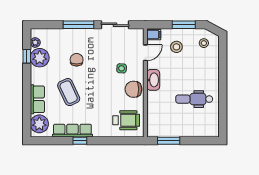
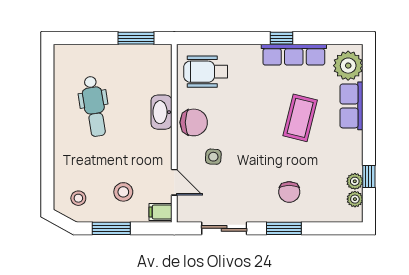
window: (79, 25) -> (284, 228), width x0.69
door: (145, 53) -> (174, 182), swing flipped
plant: (40, 58) -> (355, 181), width x0.53, depth x0.53
chair: (77, 60) -> (289, 192), moved
washbasin: (153, 80) -> (161, 112), moved
coffee table: (69, 92) -> (300, 118), turned 39
dental chair: (194, 99) -> (94, 106), turned 81

